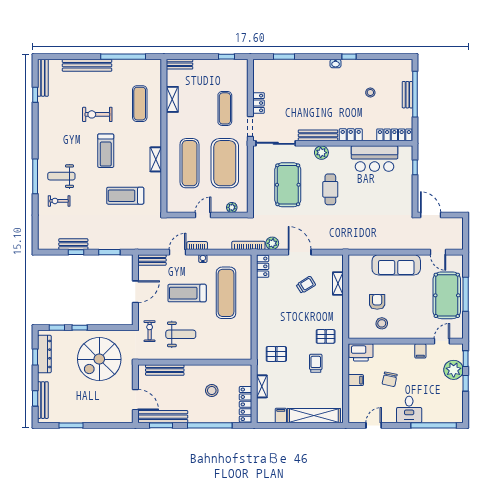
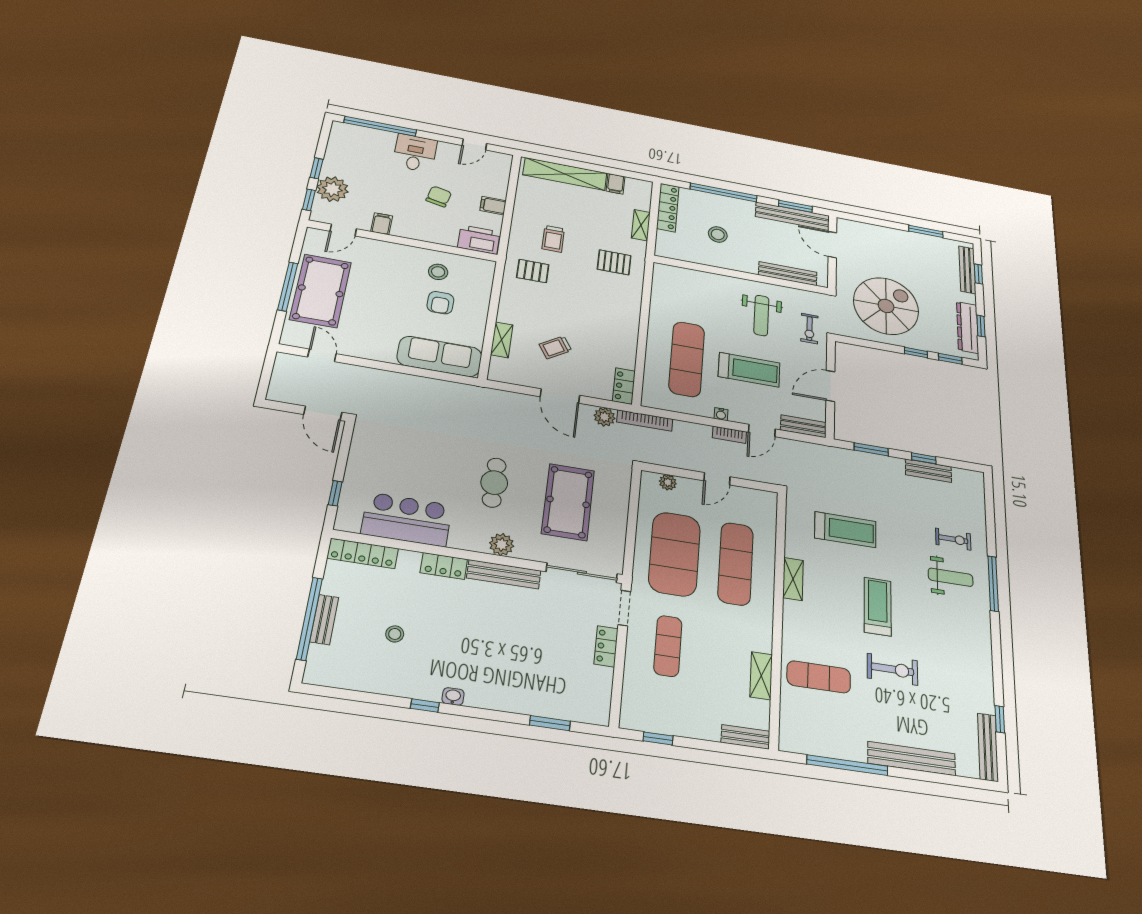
exercise mat: (140, 104) -> (819, 677), turned 90
sofa: (396, 265) -> (440, 356), moved
weight bench: (181, 334) -> (761, 315), turned -90

